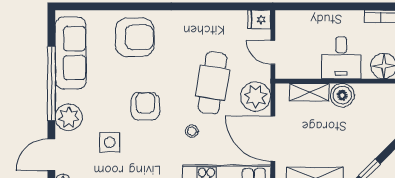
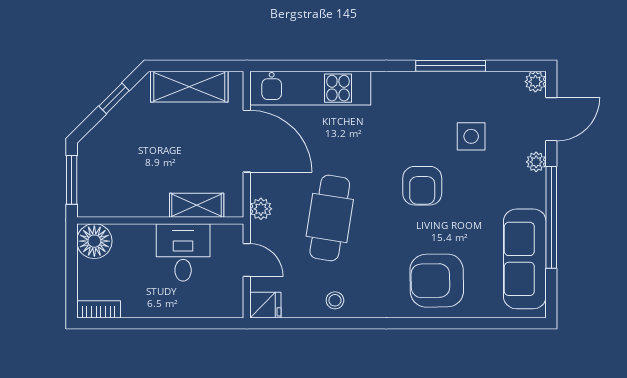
desk: (341, 58) -> (183, 252), moved
boiler: (342, 95) -> (151, 201), removed
plant: (256, 96) -> (261, 209), width x0.53, depth x0.53
plant: (69, 117) -> (536, 162), width x0.53, depth x0.53
stool: (192, 131) -> (335, 300), moved

